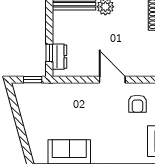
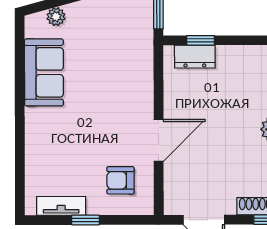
plant: (34, 144) -> (56, 17), added

